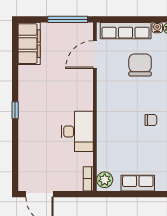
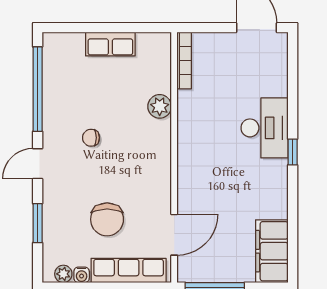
desk: (77, 131) -> (265, 128), moved, turned 180
bookcase: (88, 179) -> (184, 61), width x1.56
plant: (105, 180) -> (160, 106), moved

